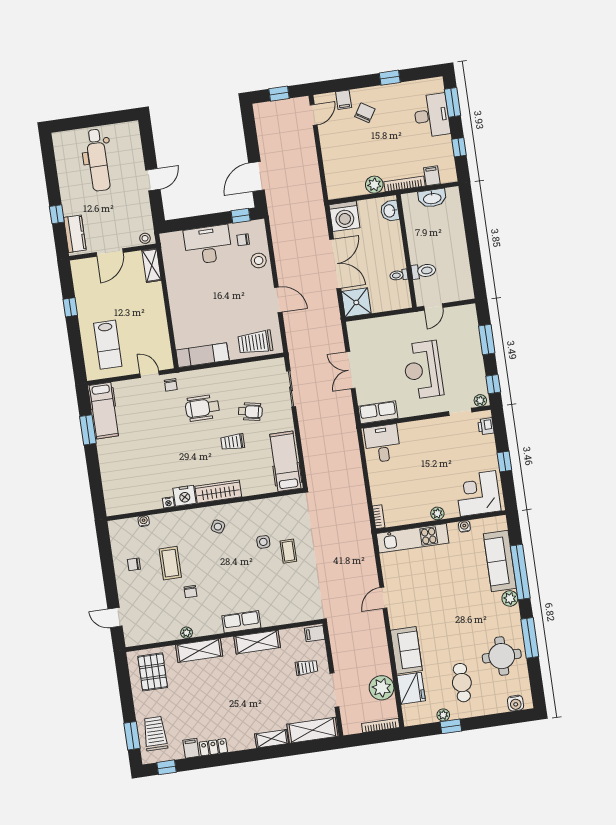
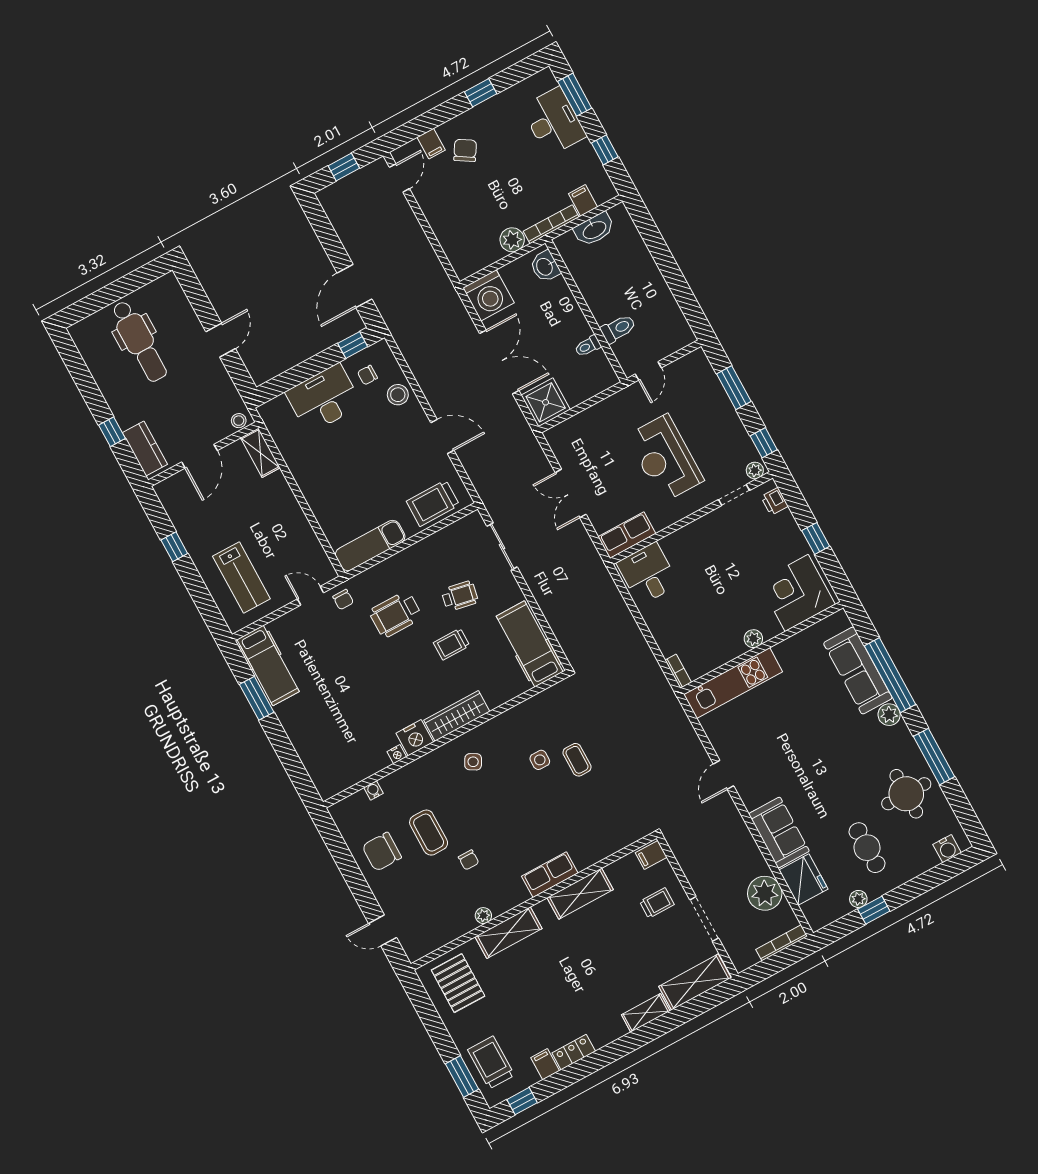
water cooler: (464, 526) -> (795, 642), removed
chair: (134, 564) -> (382, 852), width x1.87, depth x1.87

